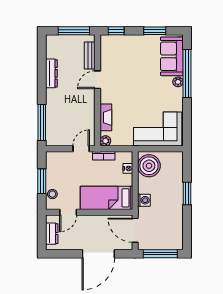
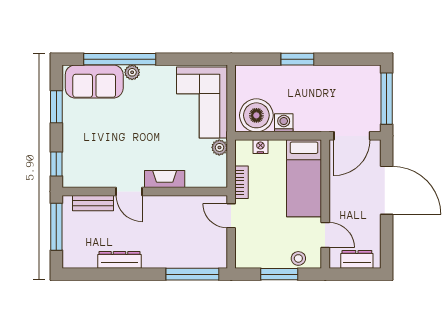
fireplace: (106, 117) -> (165, 179), moved
plant: (105, 141) -> (219, 147), moved
washing machine: (144, 200) -> (284, 123), moved

